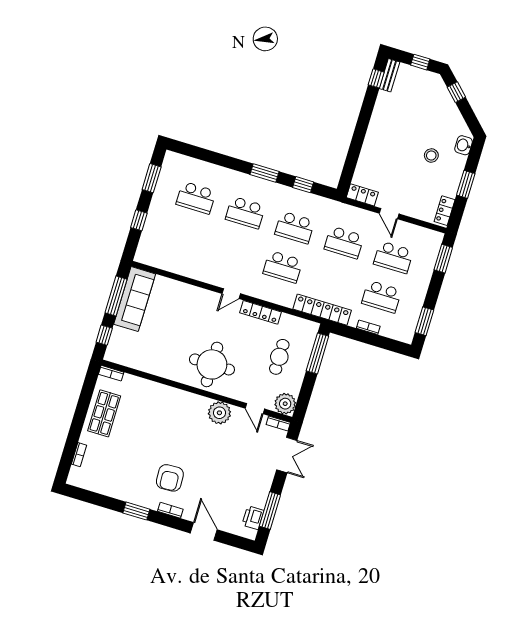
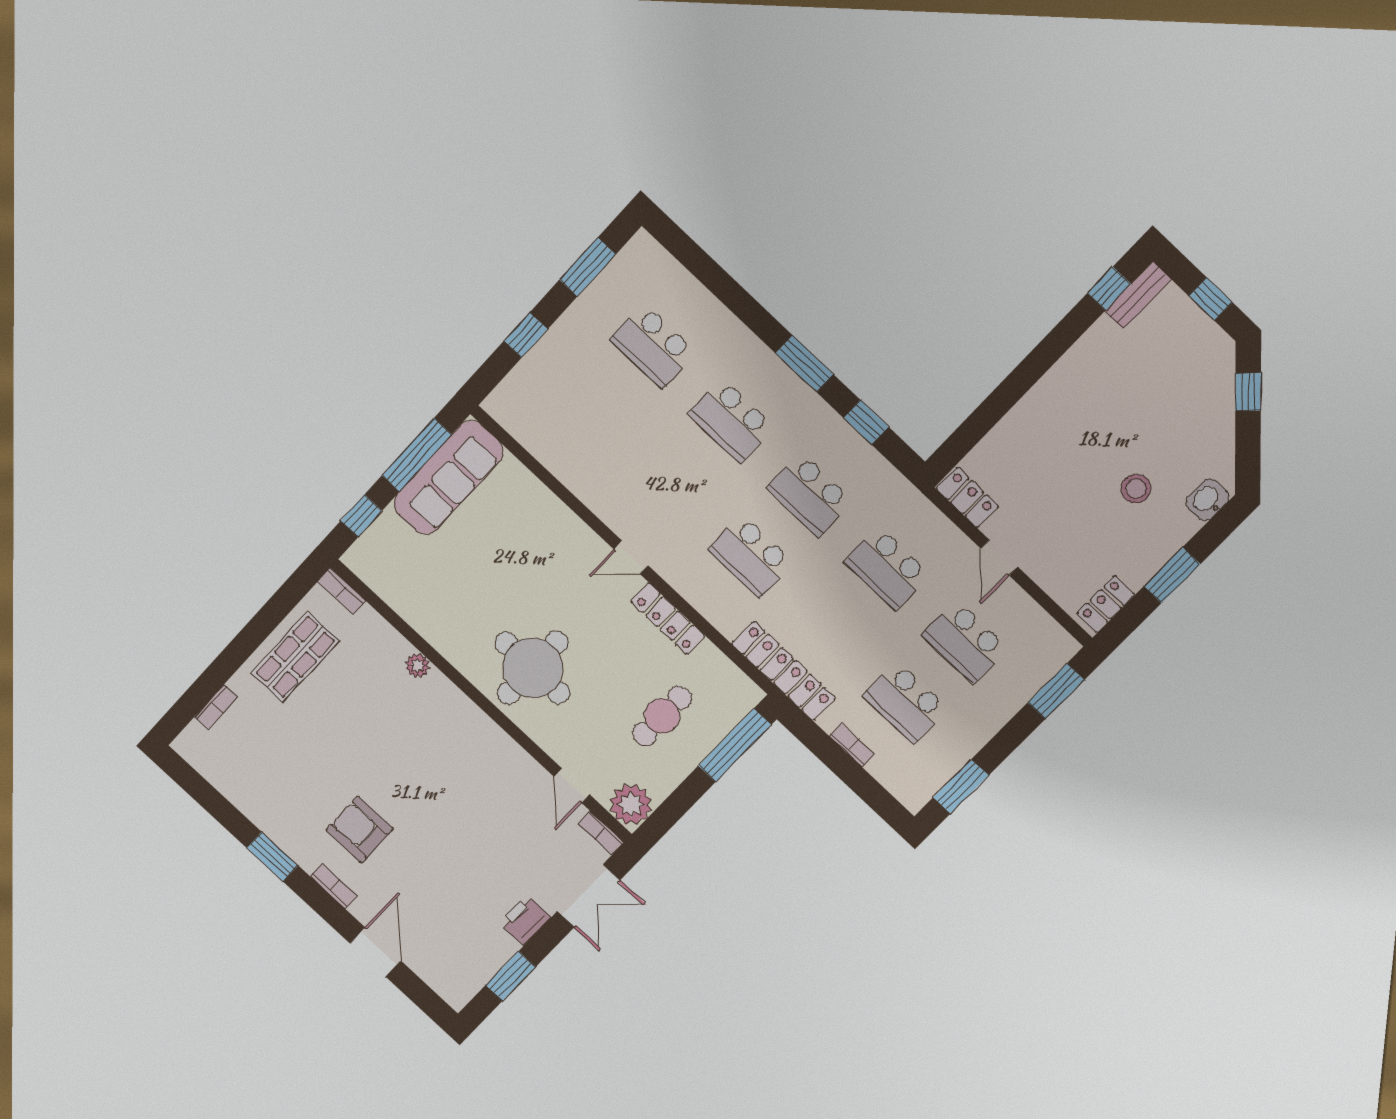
plant: (219, 413) -> (417, 666), moved, width x0.53, depth x0.53
armchair: (170, 478) -> (360, 830), turned 93
window: (270, 511) -> (511, 976), width x0.69
printer: (253, 518) -> (525, 920), moved

